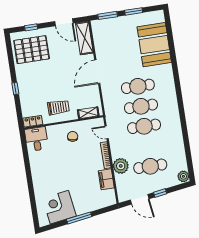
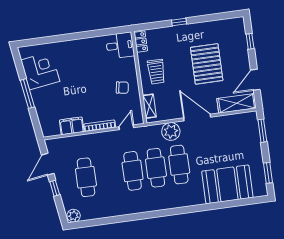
window: (134, 11) -> (268, 173), moved
pallet: (32, 50) -> (207, 64), moved
plant: (121, 166) -> (171, 131), moved

